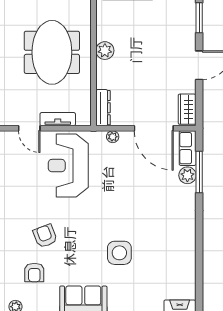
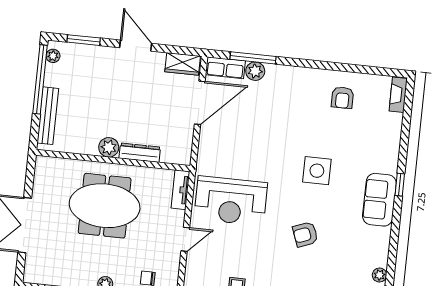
dresser: (103, 108) -> (140, 153), moved
tv unit: (58, 119) -> (180, 190), moved
plant: (113, 137) -> (204, 149), removed
side table: (119, 253) -> (317, 171), moved
armchair: (34, 272) -> (343, 98), moved, turned 90

